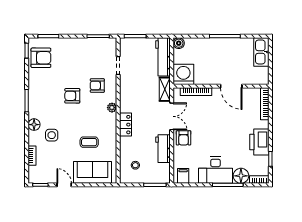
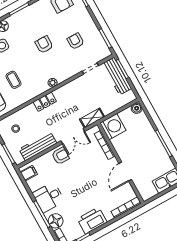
workbench: (163, 57) -> (117, 76), moved, turned -90
armchair: (97, 86) -> (76, 41), moved
armchair: (184, 138) -> (60, 156), turned 180
workbench: (163, 149) -> (38, 146), width x1.37
desk: (216, 170) -> (49, 197), width x0.73

